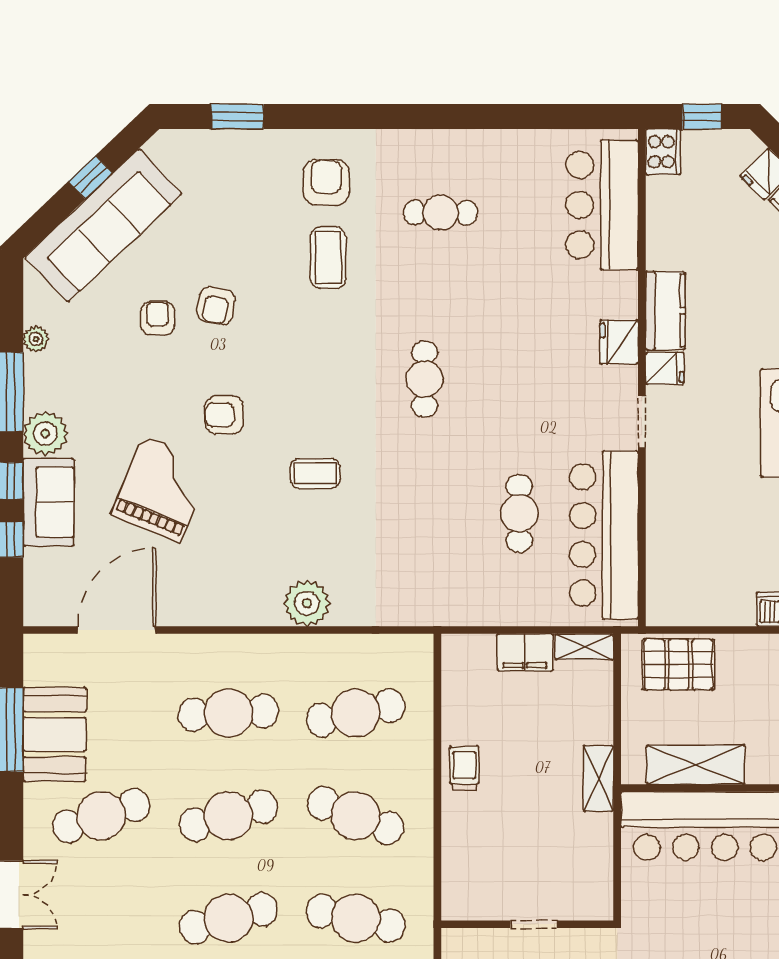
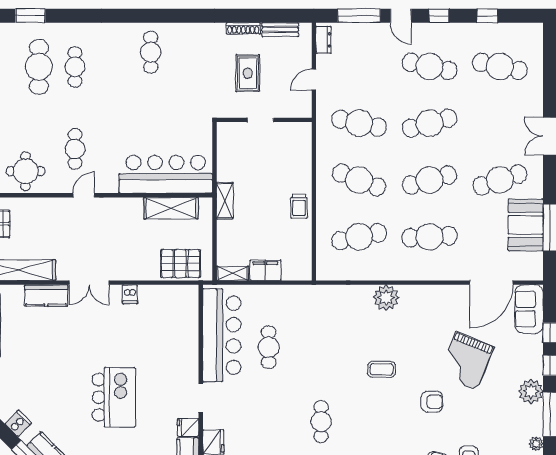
sofa: (48, 502) -> (529, 309), moved

